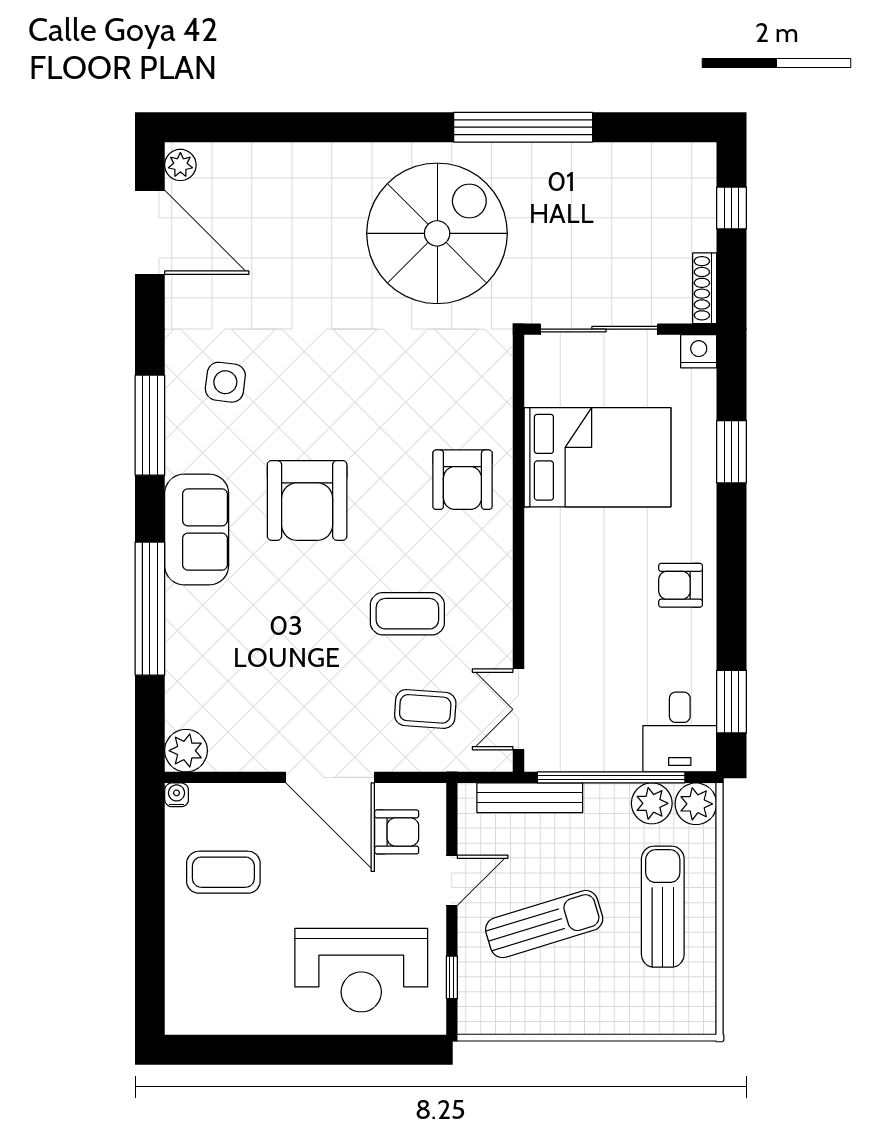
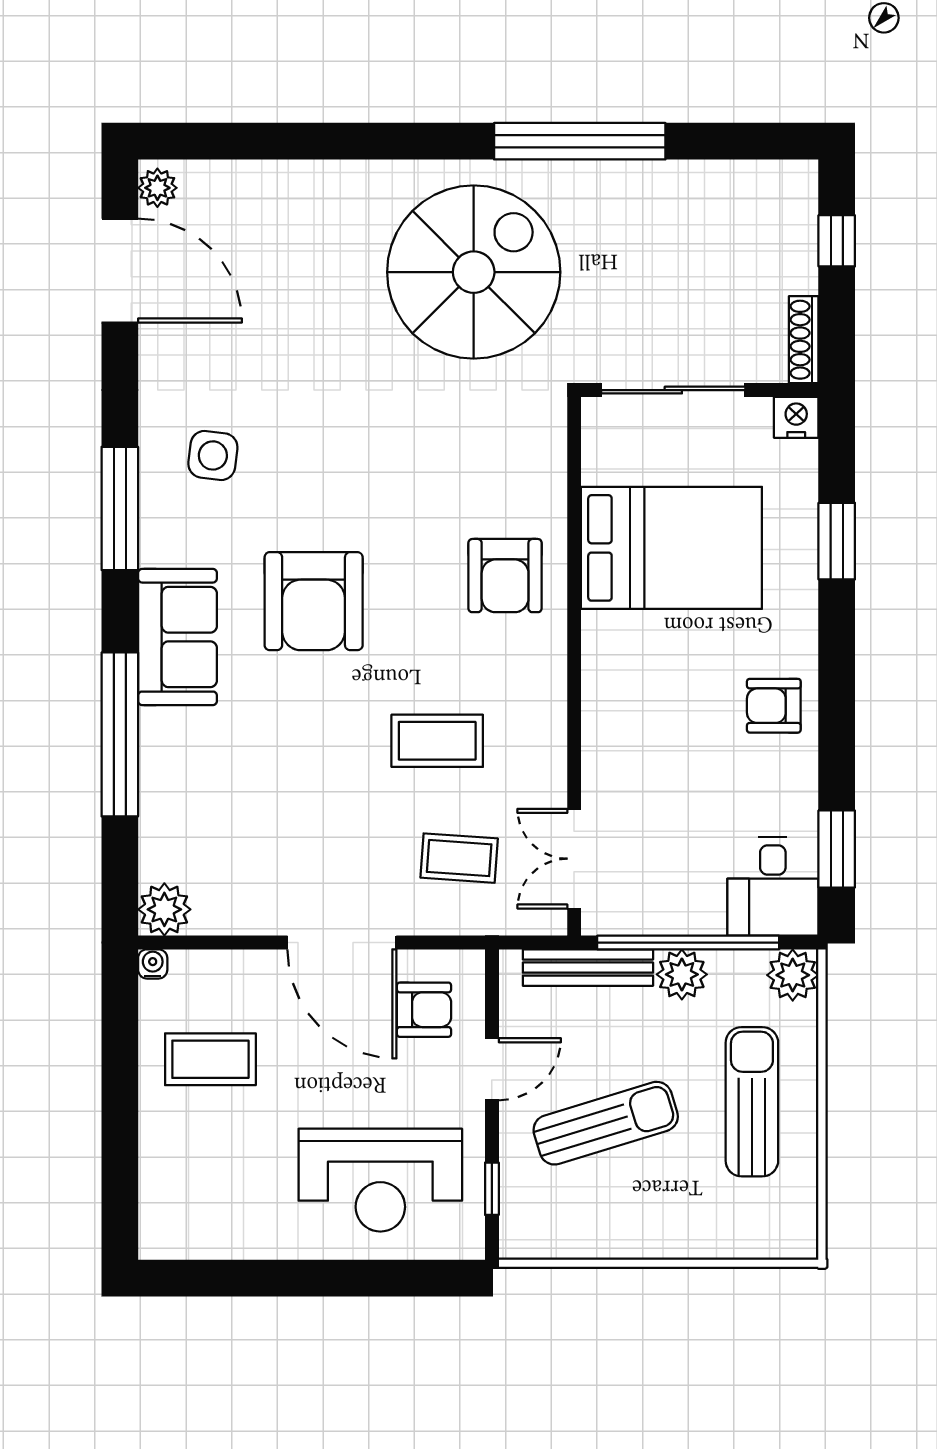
plant: (652, 803) -> (682, 974), moved

